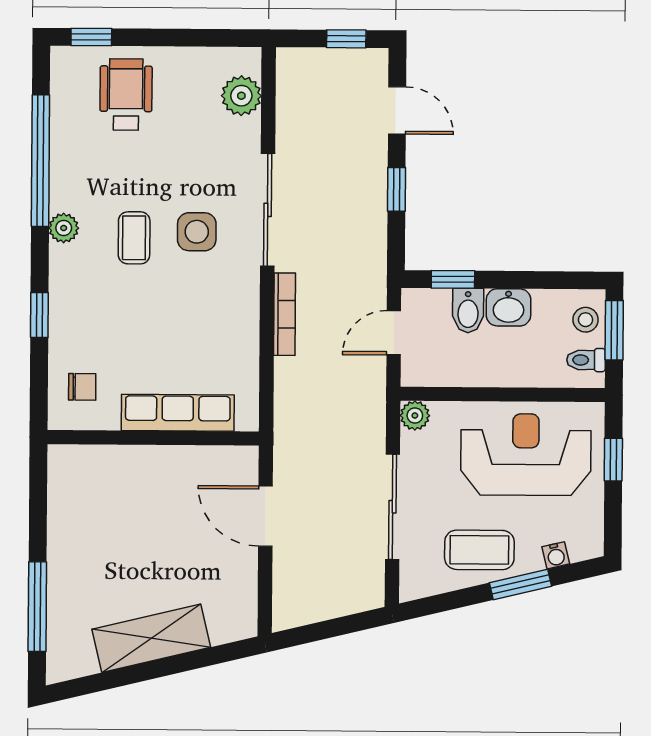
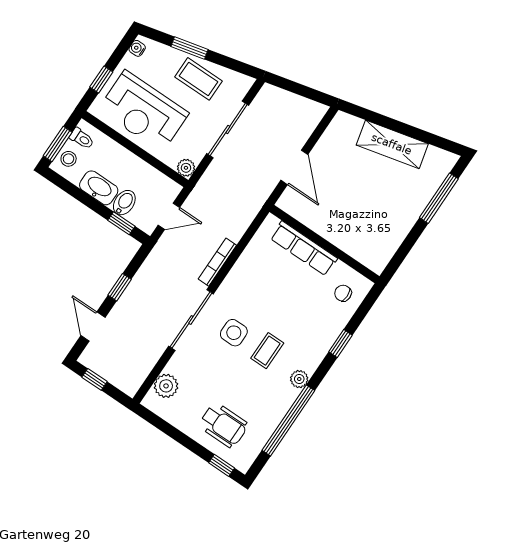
wheelchair: (126, 94) -> (223, 425), turned -90
washbasin: (508, 307) -> (99, 188), width x1.38
water cooler: (556, 555) -> (137, 48), moved, turned -77

